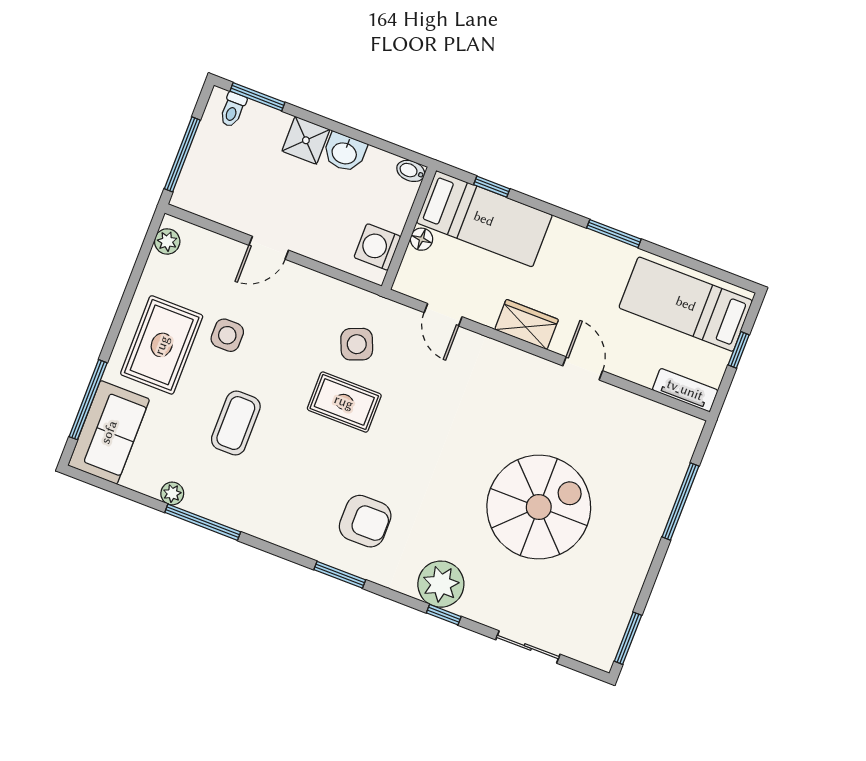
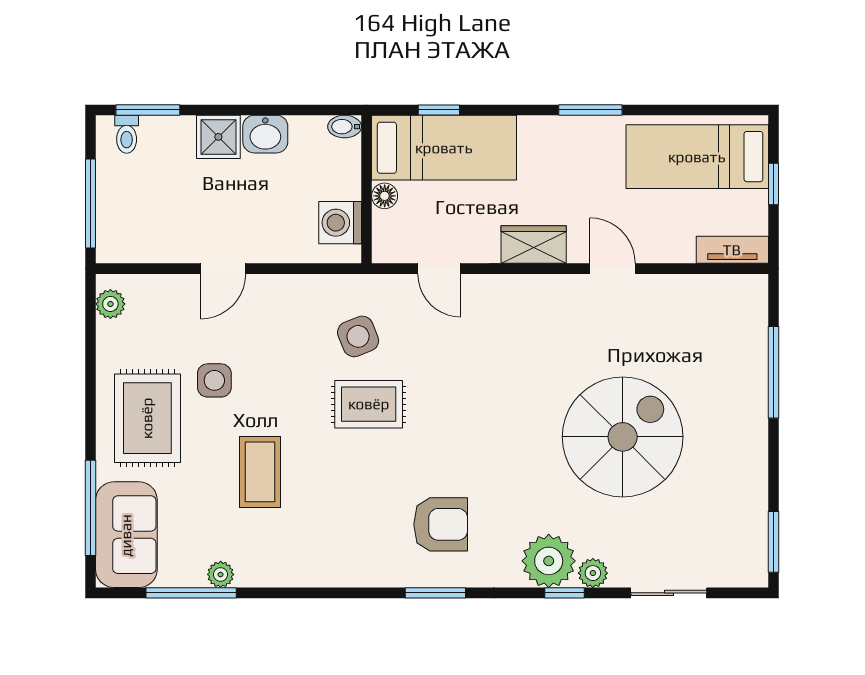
window: (203, 522) -> (191, 593), moved
plant: (473, 607) -> (593, 573), added

